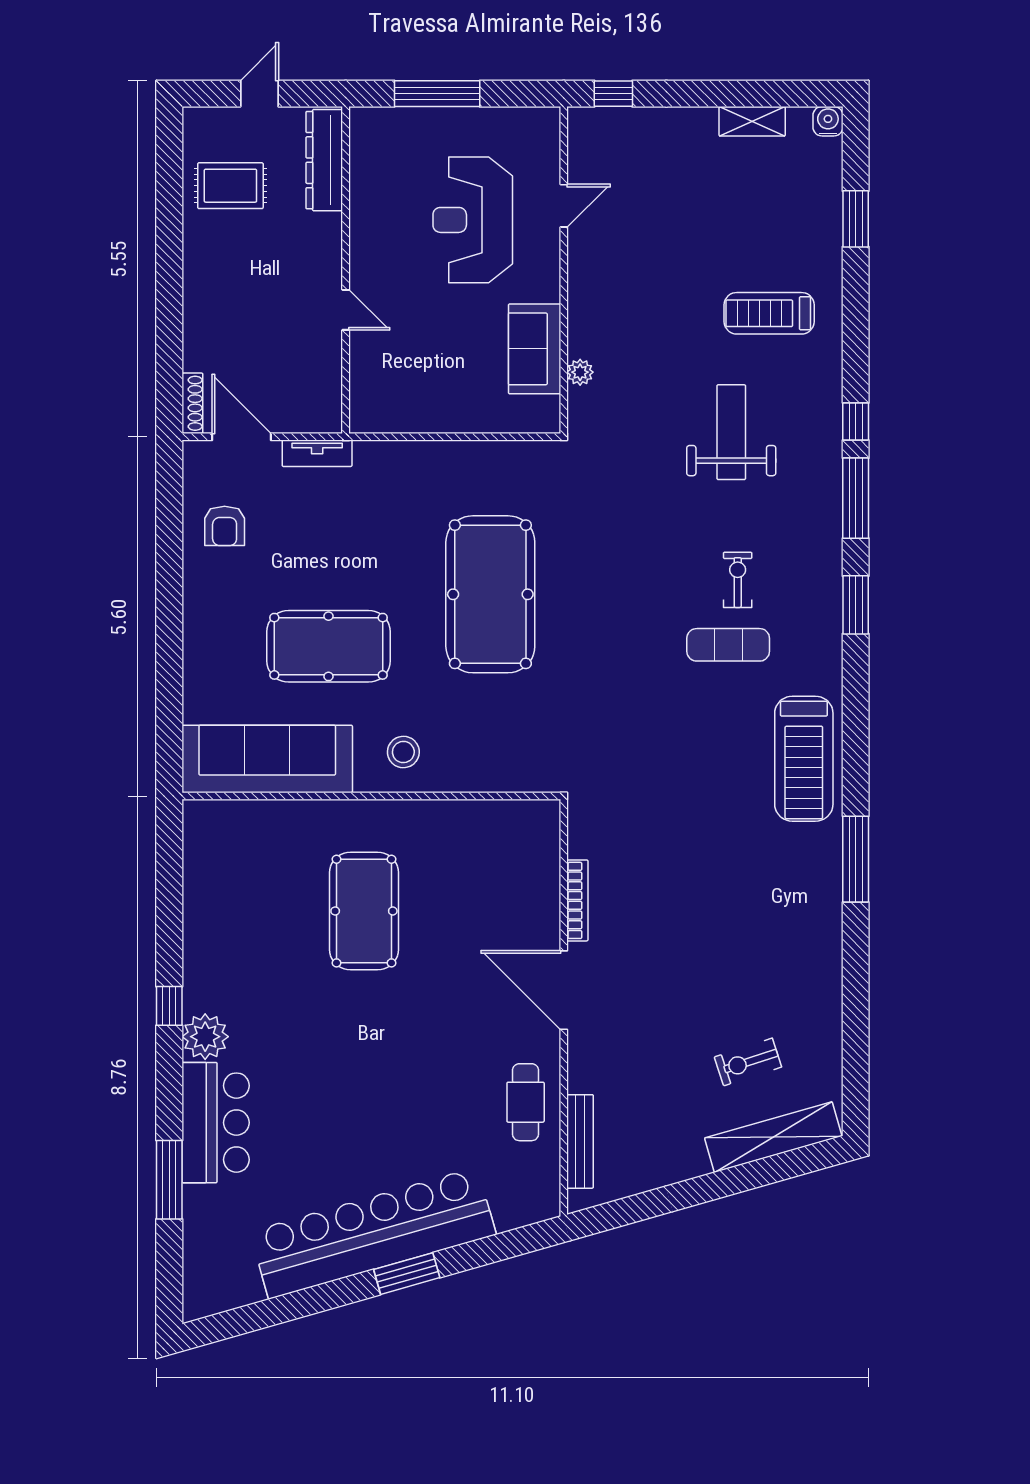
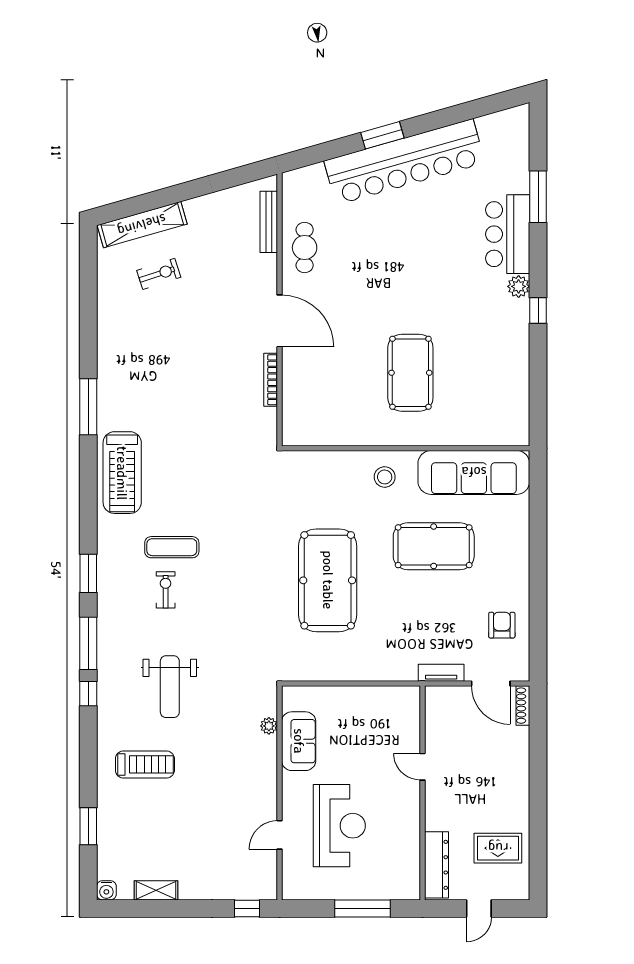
exercise bike: (738, 580) -> (166, 590), turned 180
treadmill: (804, 759) -> (122, 473), turned 180
plant: (205, 1037) -> (519, 286), width x0.73, depth x0.73

